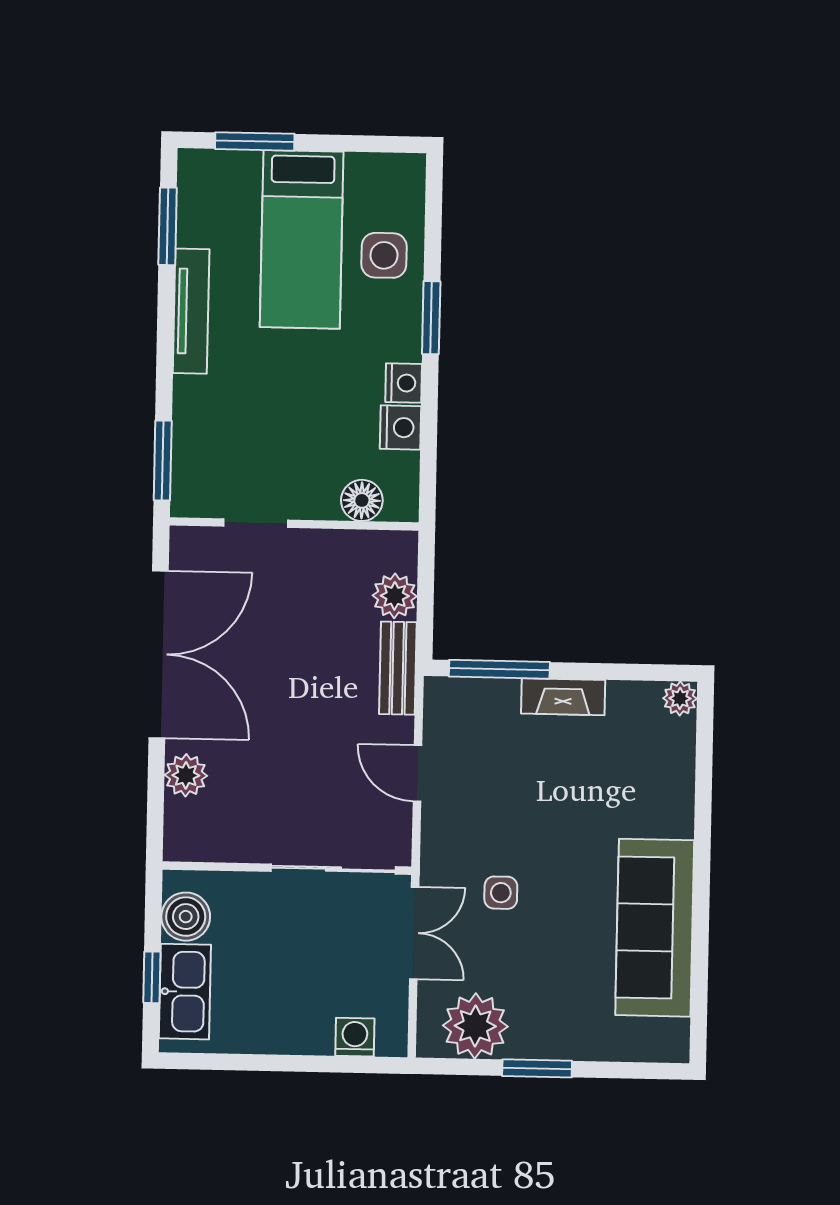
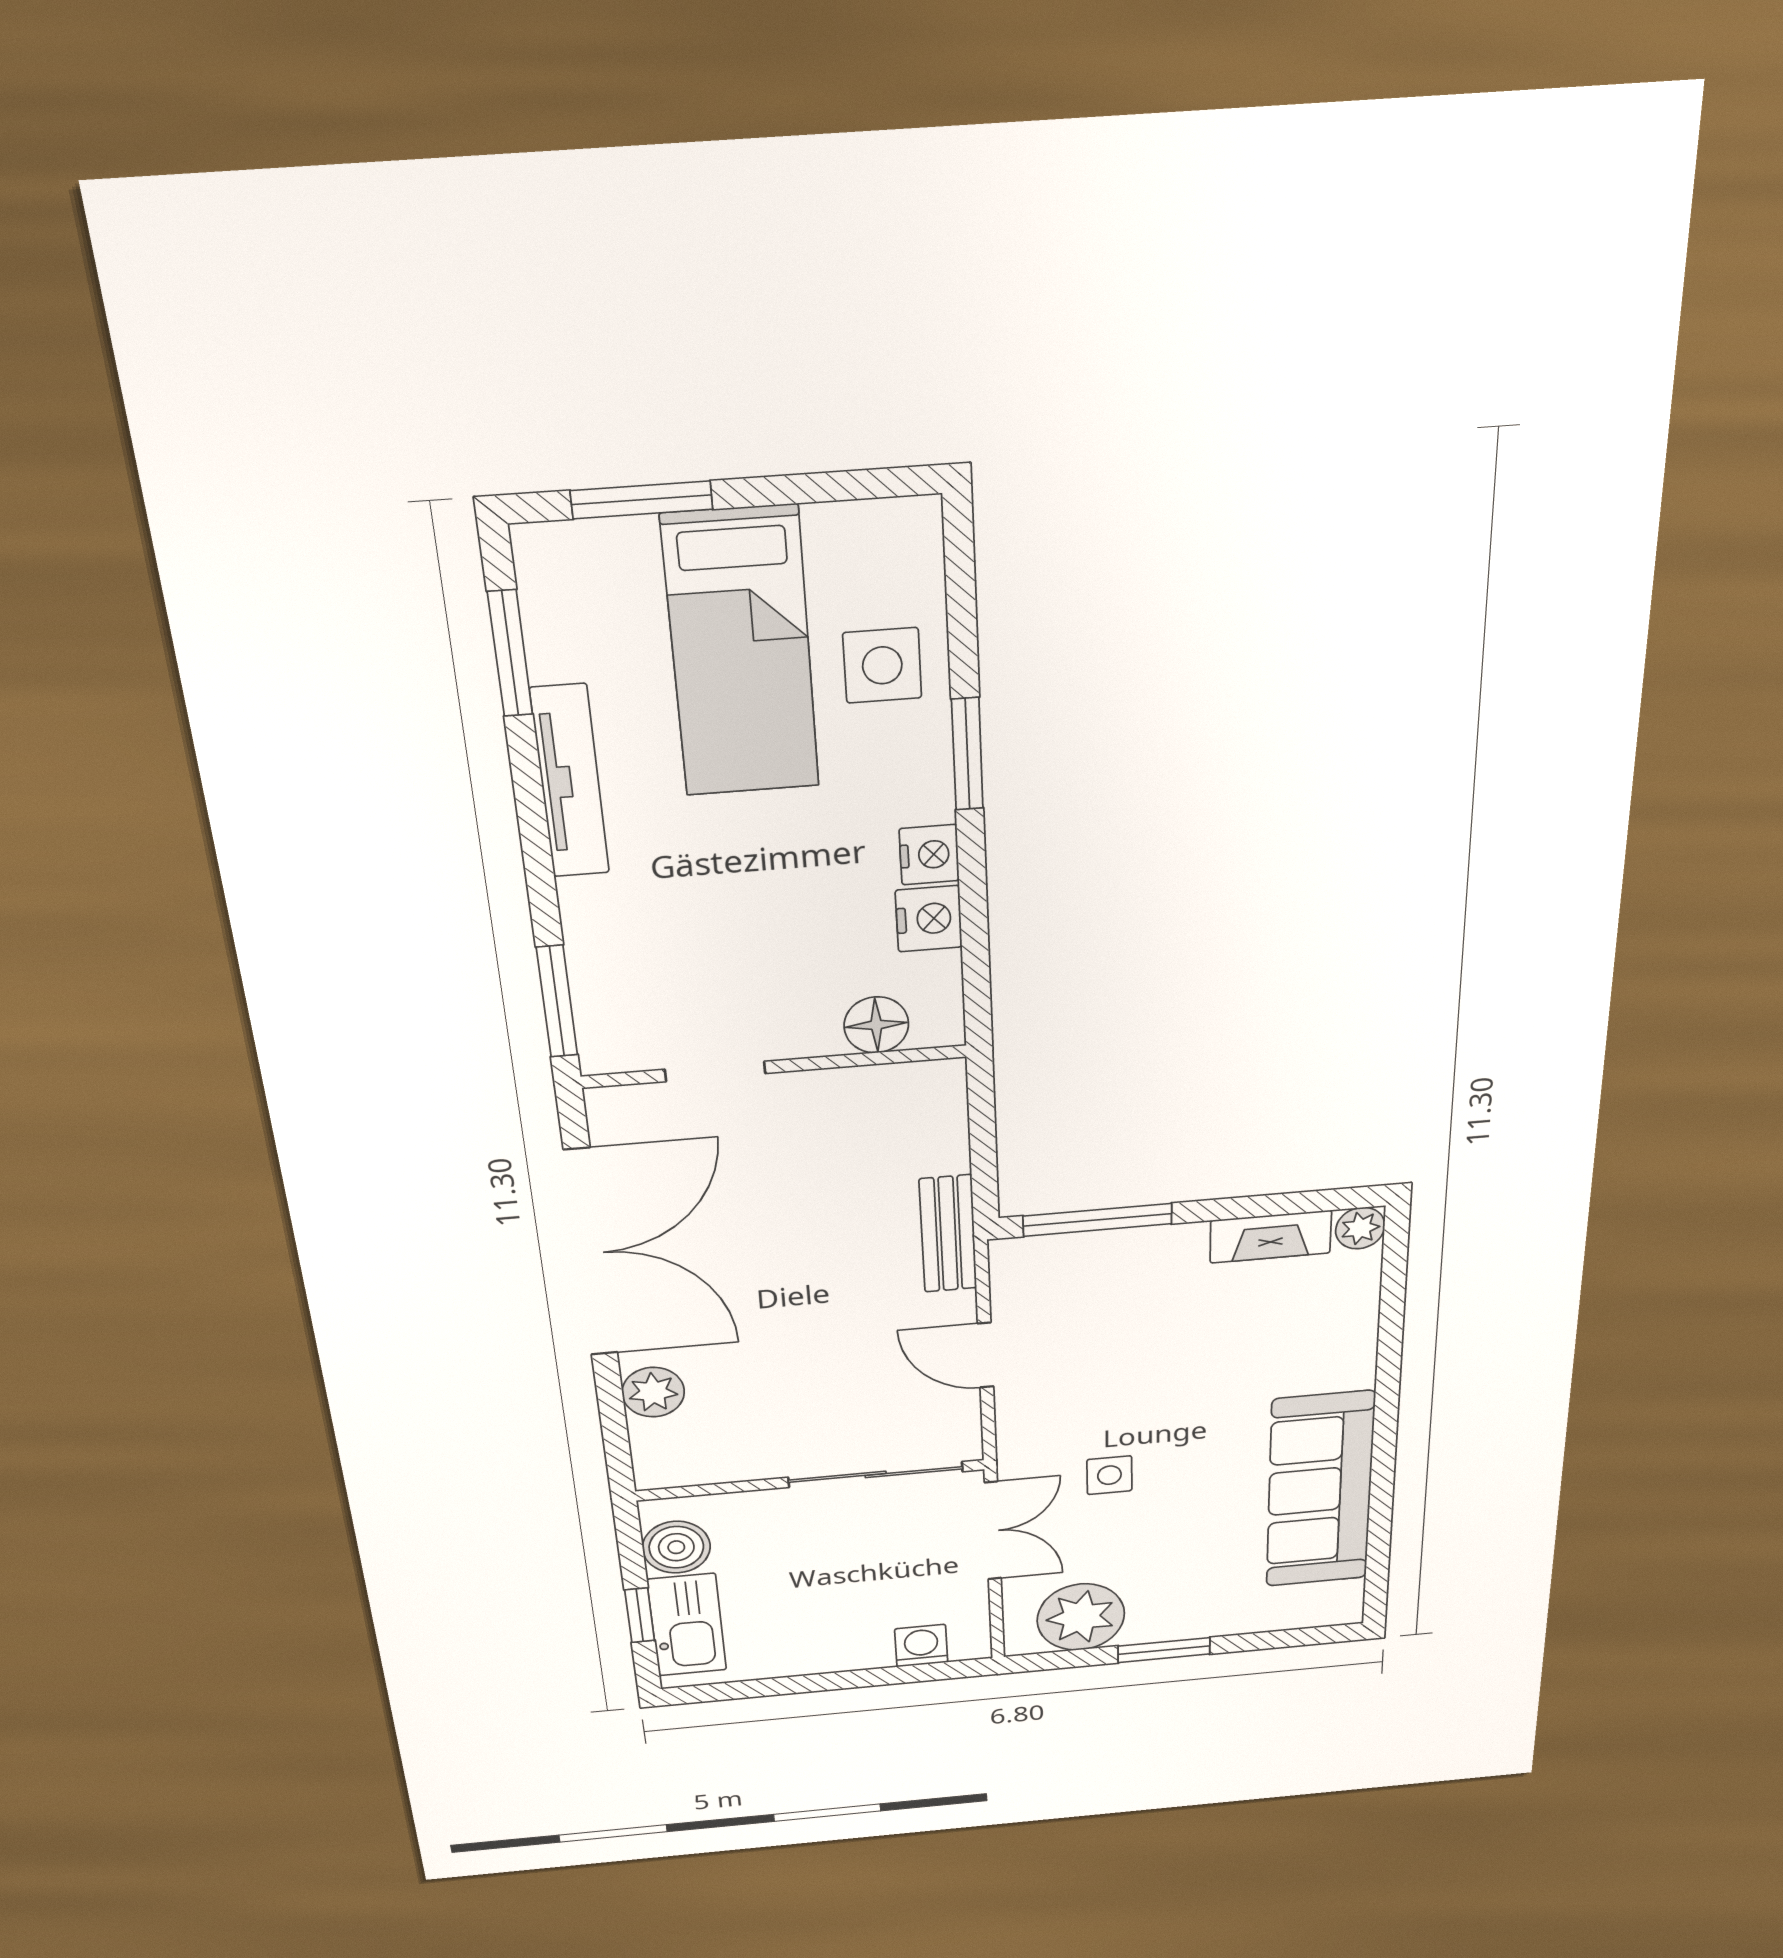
plant: (395, 596) -> (937, 1144), removed
fireplace: (563, 697) -> (1271, 1237), moved

